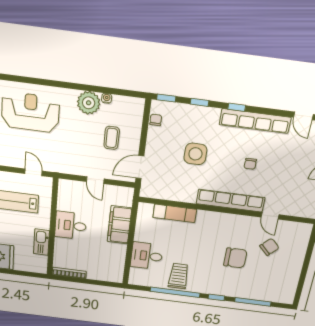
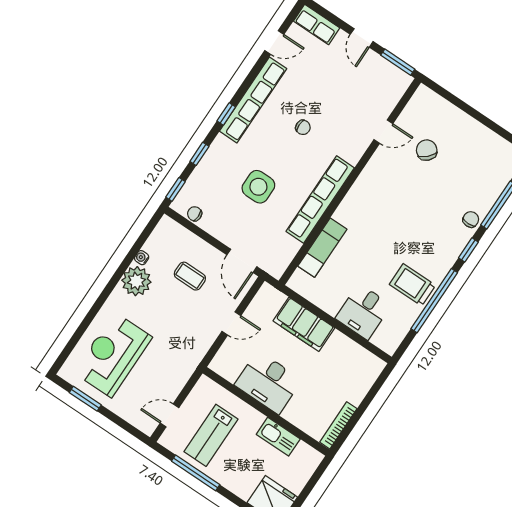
door: (34, 172) -> (170, 415), moved
row of seats: (231, 201) -> (320, 200), moved
desk: (71, 225) -> (268, 382), width x1.37
chair: (235, 258) -> (471, 219), moved, width x0.54, depth x0.54

